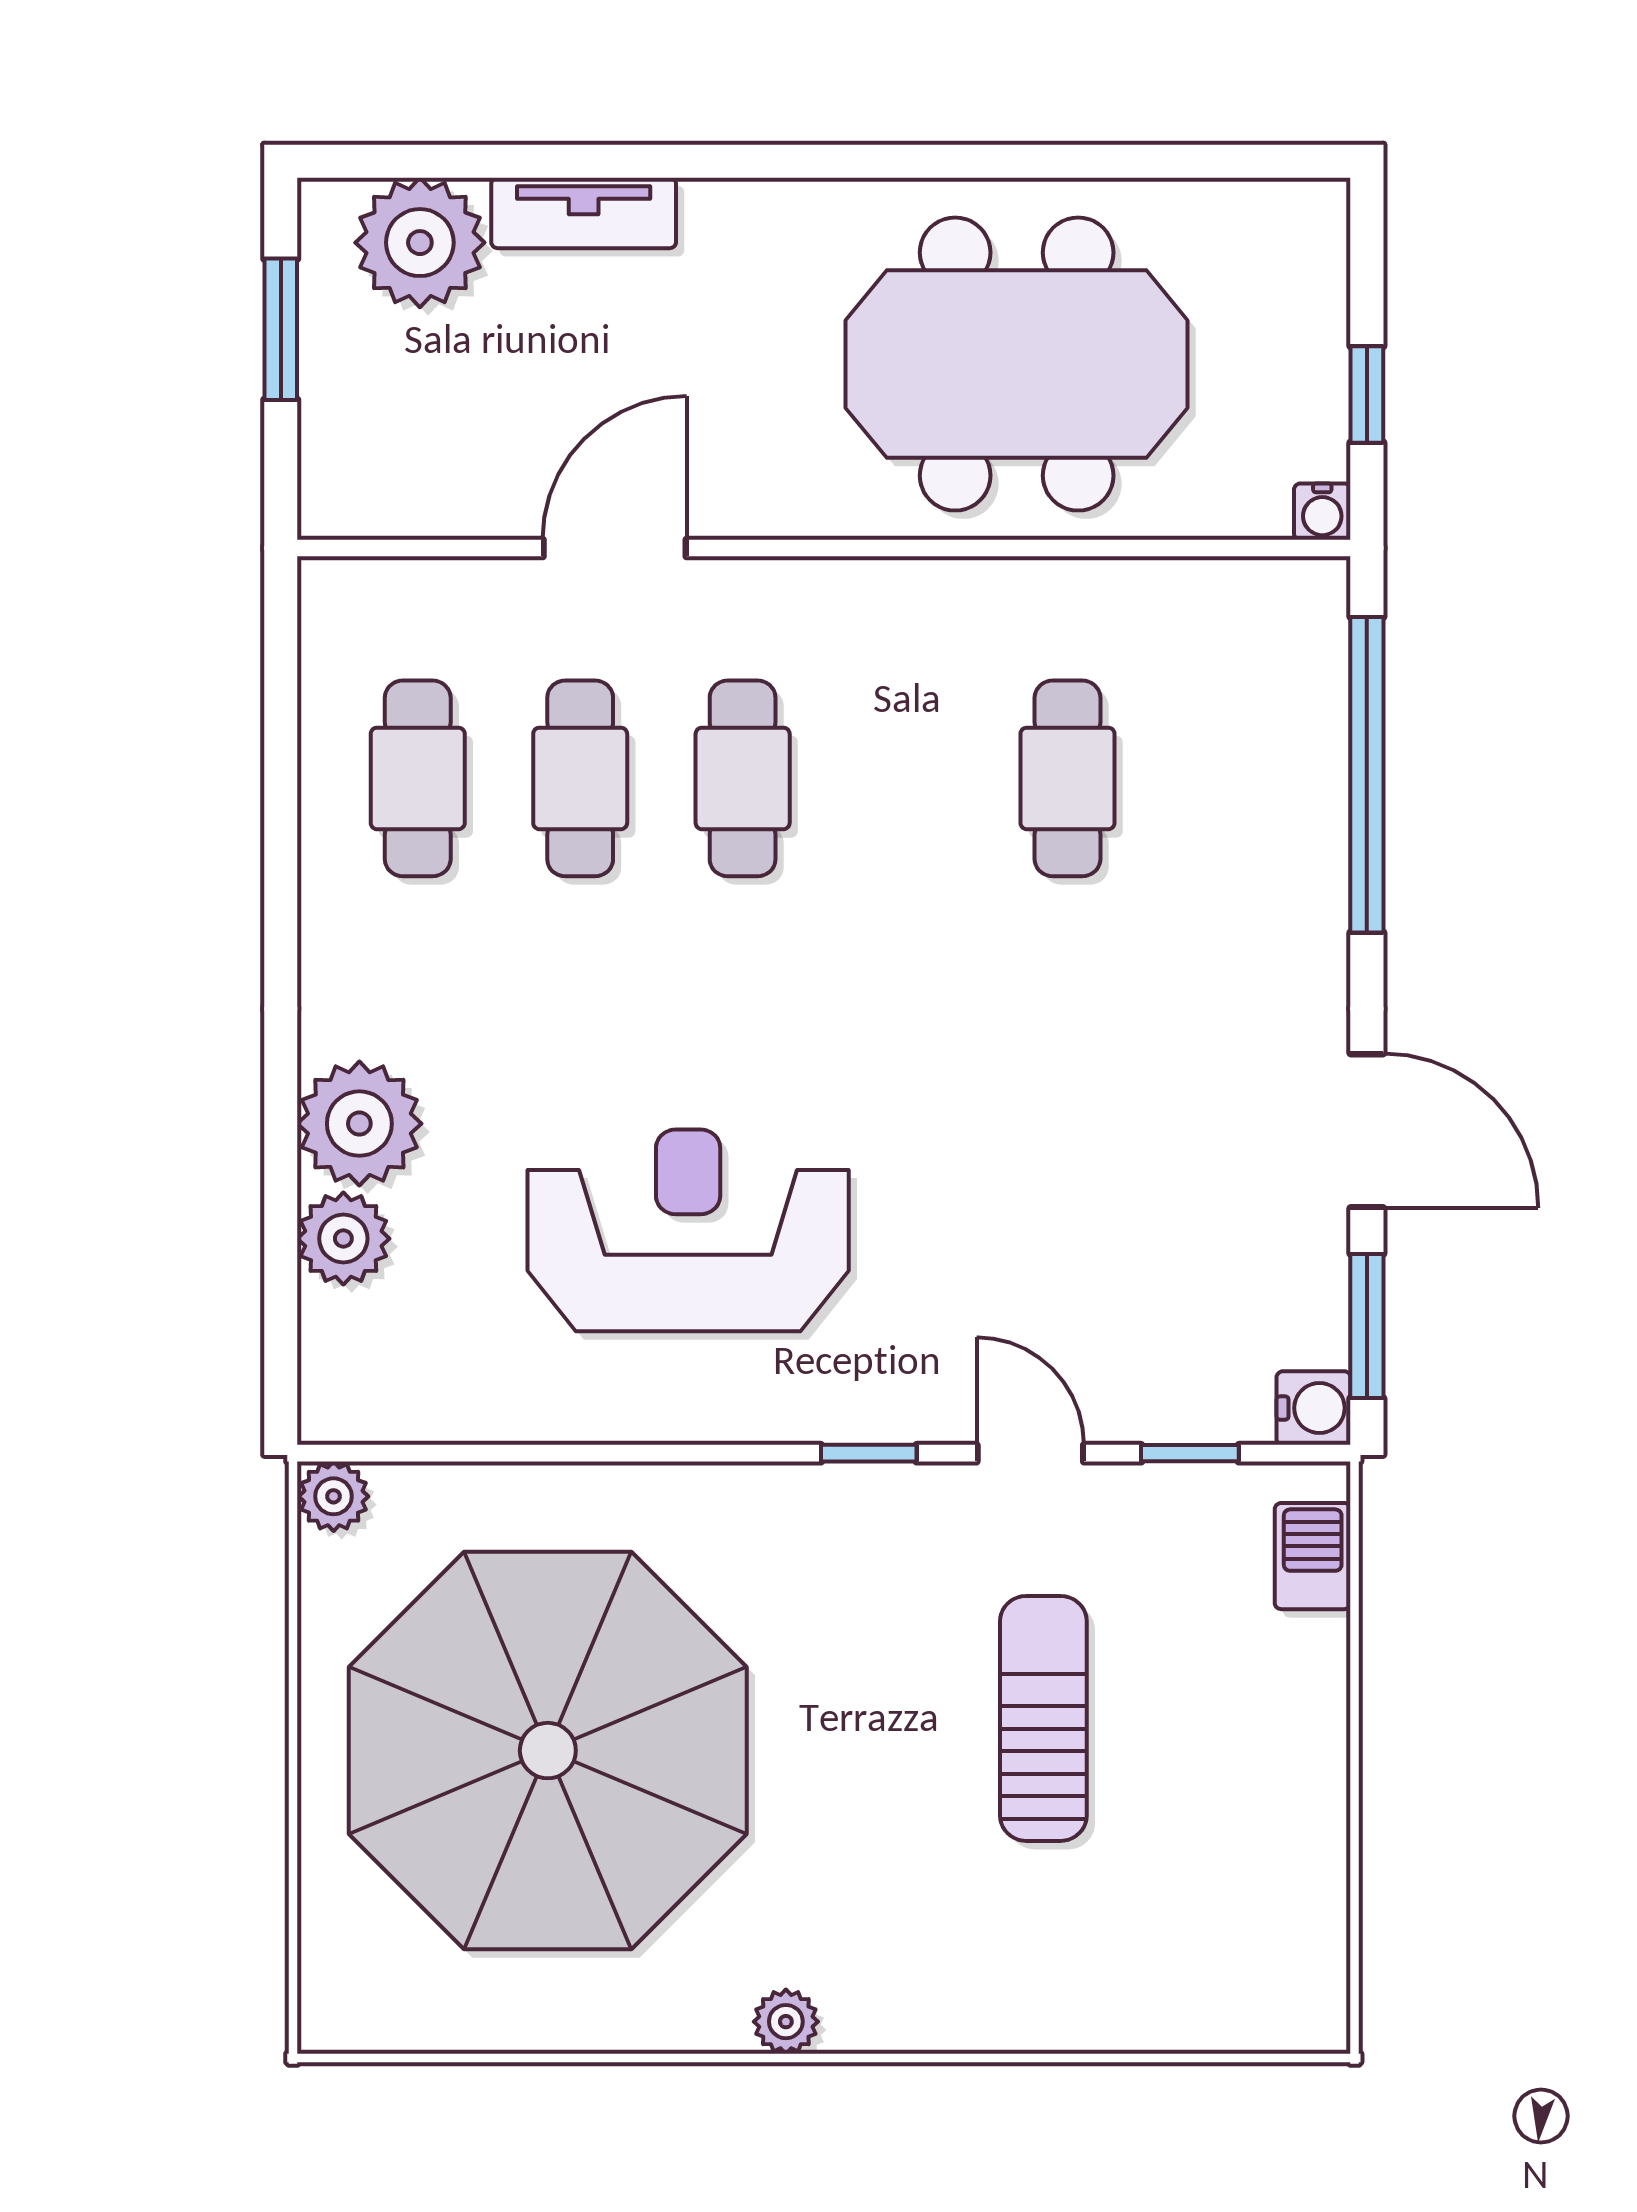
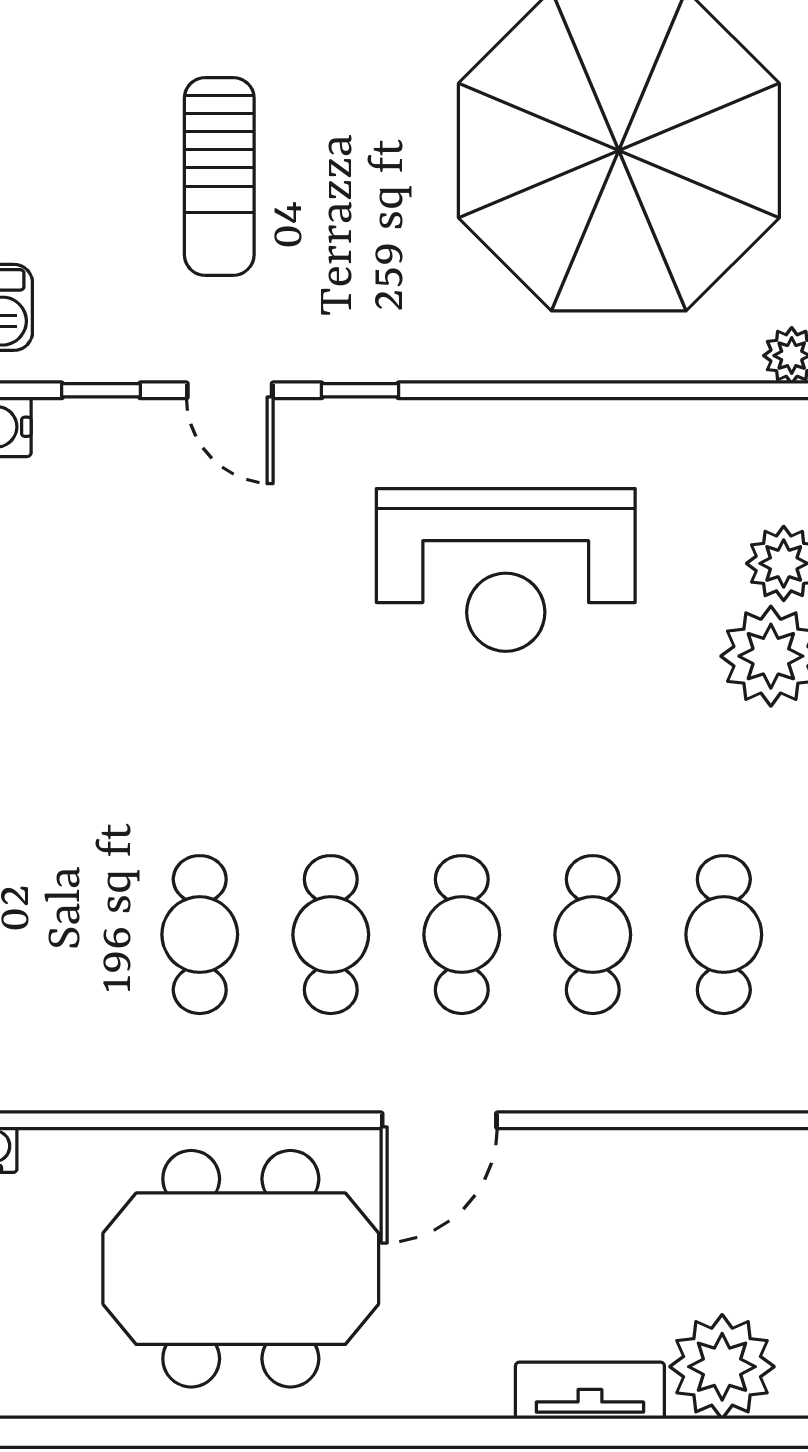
door: (615, 548) -> (439, 1120), moved
cafe table: (905, 778) -> (331, 935), added

